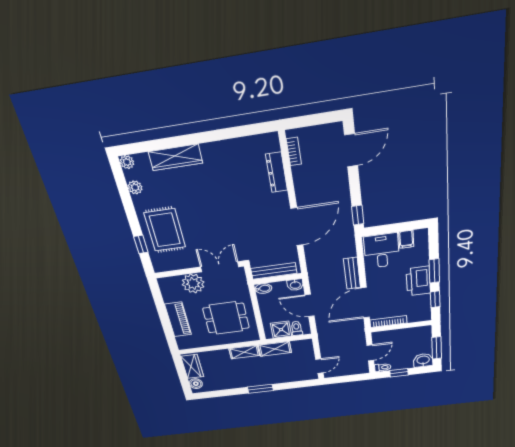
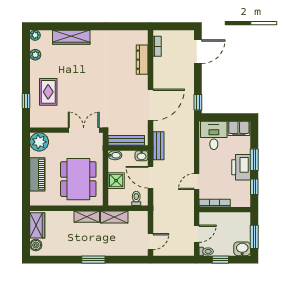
rug: (165, 230) -> (48, 92), width x0.73, depth x0.70
filing cabinet: (406, 239) -> (239, 128), width x2.00
bench: (352, 273) -> (158, 146), moved
plant: (193, 283) -> (39, 142), moved
door: (365, 303) -> (197, 182), width x0.53
dining table: (226, 318) -> (78, 179), width x1.38
shower: (281, 330) -> (116, 181), moved

